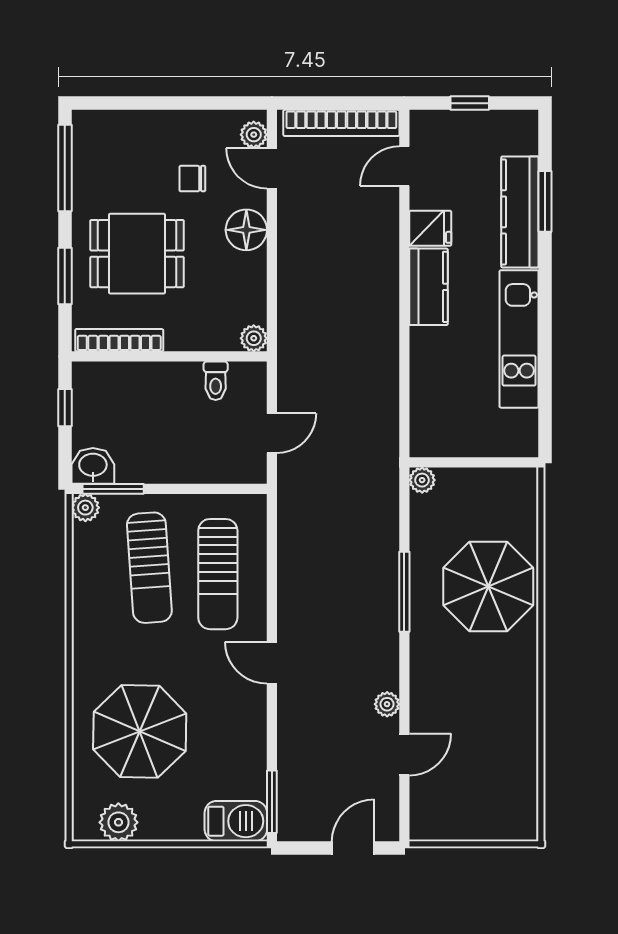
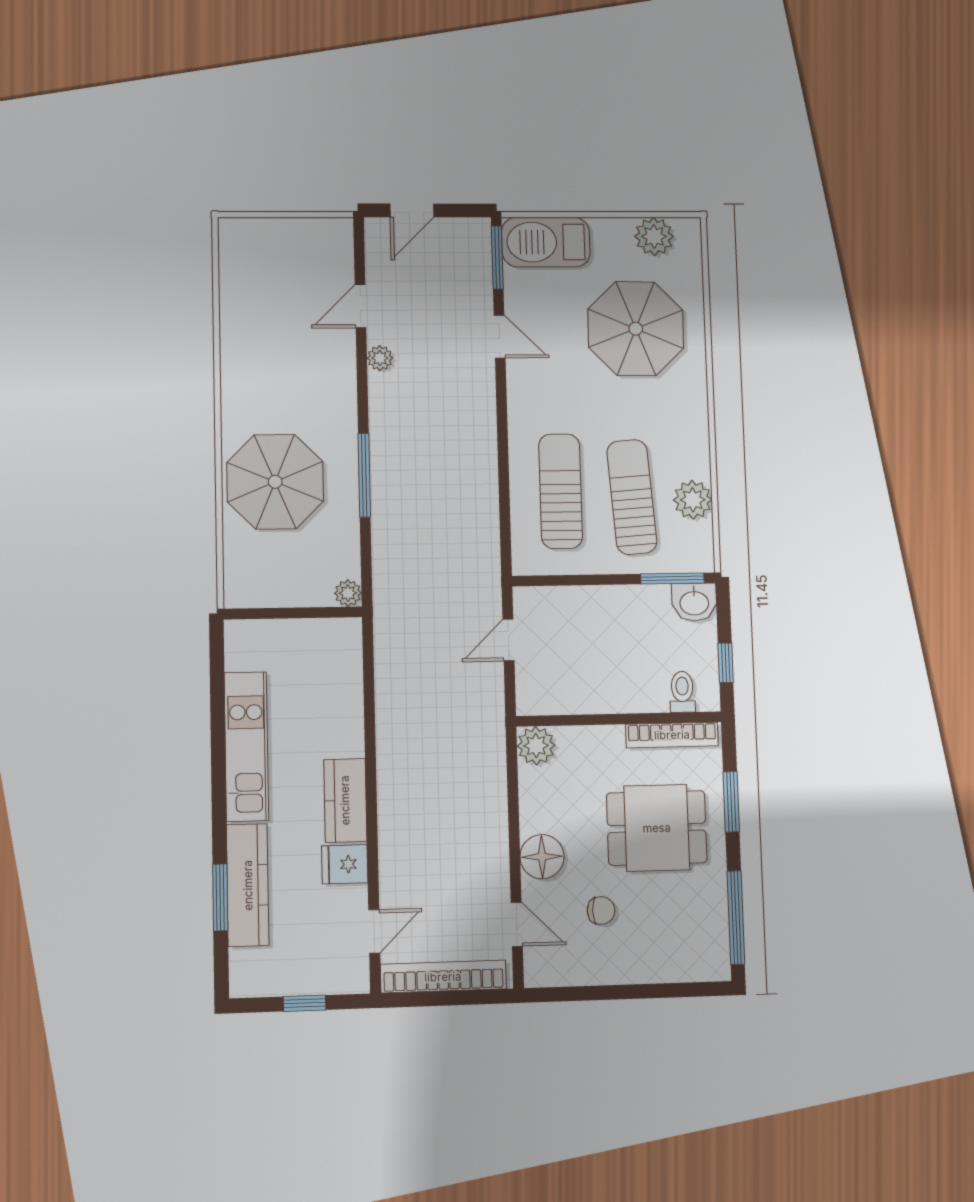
plant: (254, 135) -> (537, 960), removed
plant: (254, 338) -> (536, 746), width x1.38, depth x1.38
toilet: (216, 381) -> (682, 692), moved
plant: (85, 508) -> (693, 500), moved, width x1.38, depth x1.38
door: (272, 663) -> (500, 337), moved
barbecue: (236, 821) -> (546, 242), width x1.37, depth x1.21

